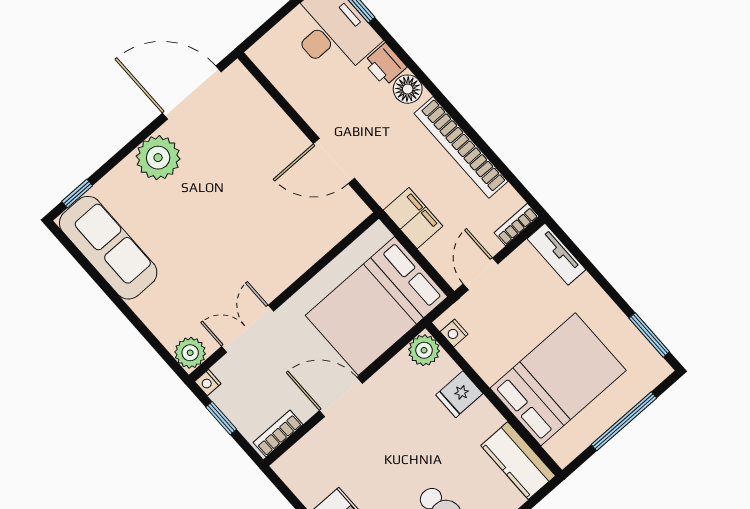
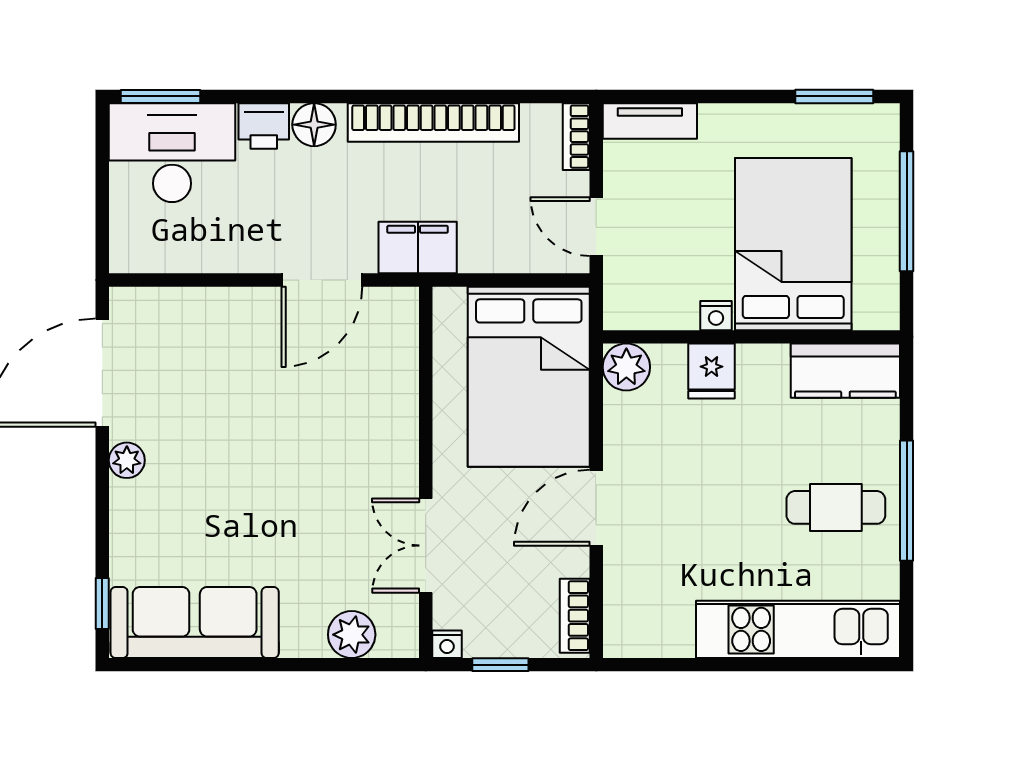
plant: (158, 158) -> (127, 460), width x0.53, depth x0.53
filing cabinet: (413, 218) -> (418, 248), moved
nightstand: (454, 333) -> (716, 316), moved
plant: (190, 353) -> (352, 635), moved

